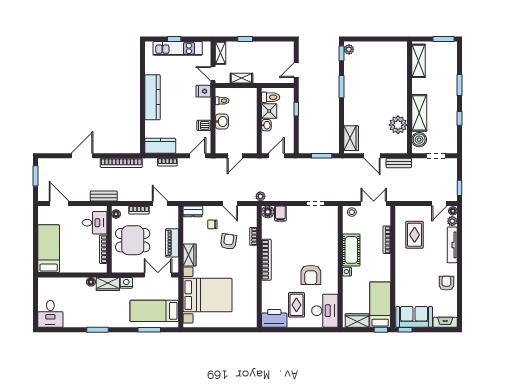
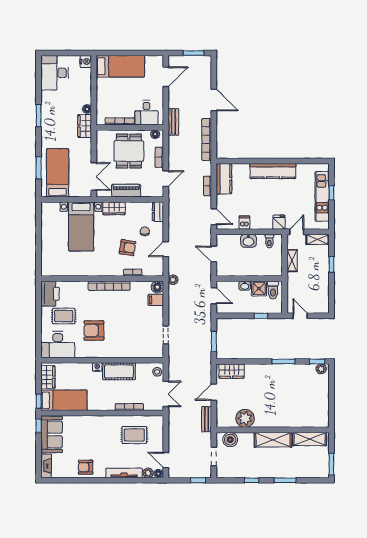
shelving: (419, 113) -> (273, 440), moved
window: (459, 188) -> (198, 480), moved
nightstand: (126, 283) -> (86, 61), moved
armchair: (446, 283) -> (86, 467), turned 180
bed with nightstands: (208, 295) -> (81, 226), width x0.73
desk: (50, 314) -> (55, 73), width x1.37

